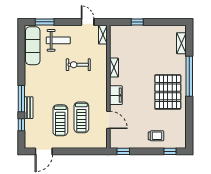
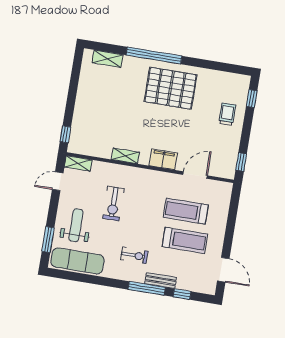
window: (137, 22) -> (65, 134), moved
exercise bike: (44, 86) -> (134, 255), added
treadmill: (81, 117) -> (186, 211), turned 180

